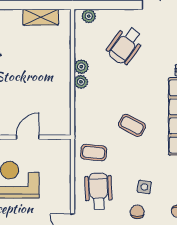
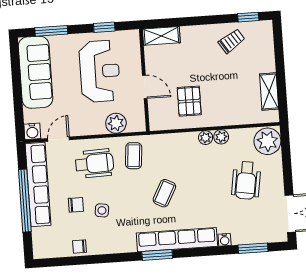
plant: (89, 16) -> (267, 141), width x1.88, depth x1.88
wheelchair: (125, 45) -> (246, 180), turned -117
pallet: (45, 95) -> (189, 101), added
plant: (61, 168) -> (116, 123), added

